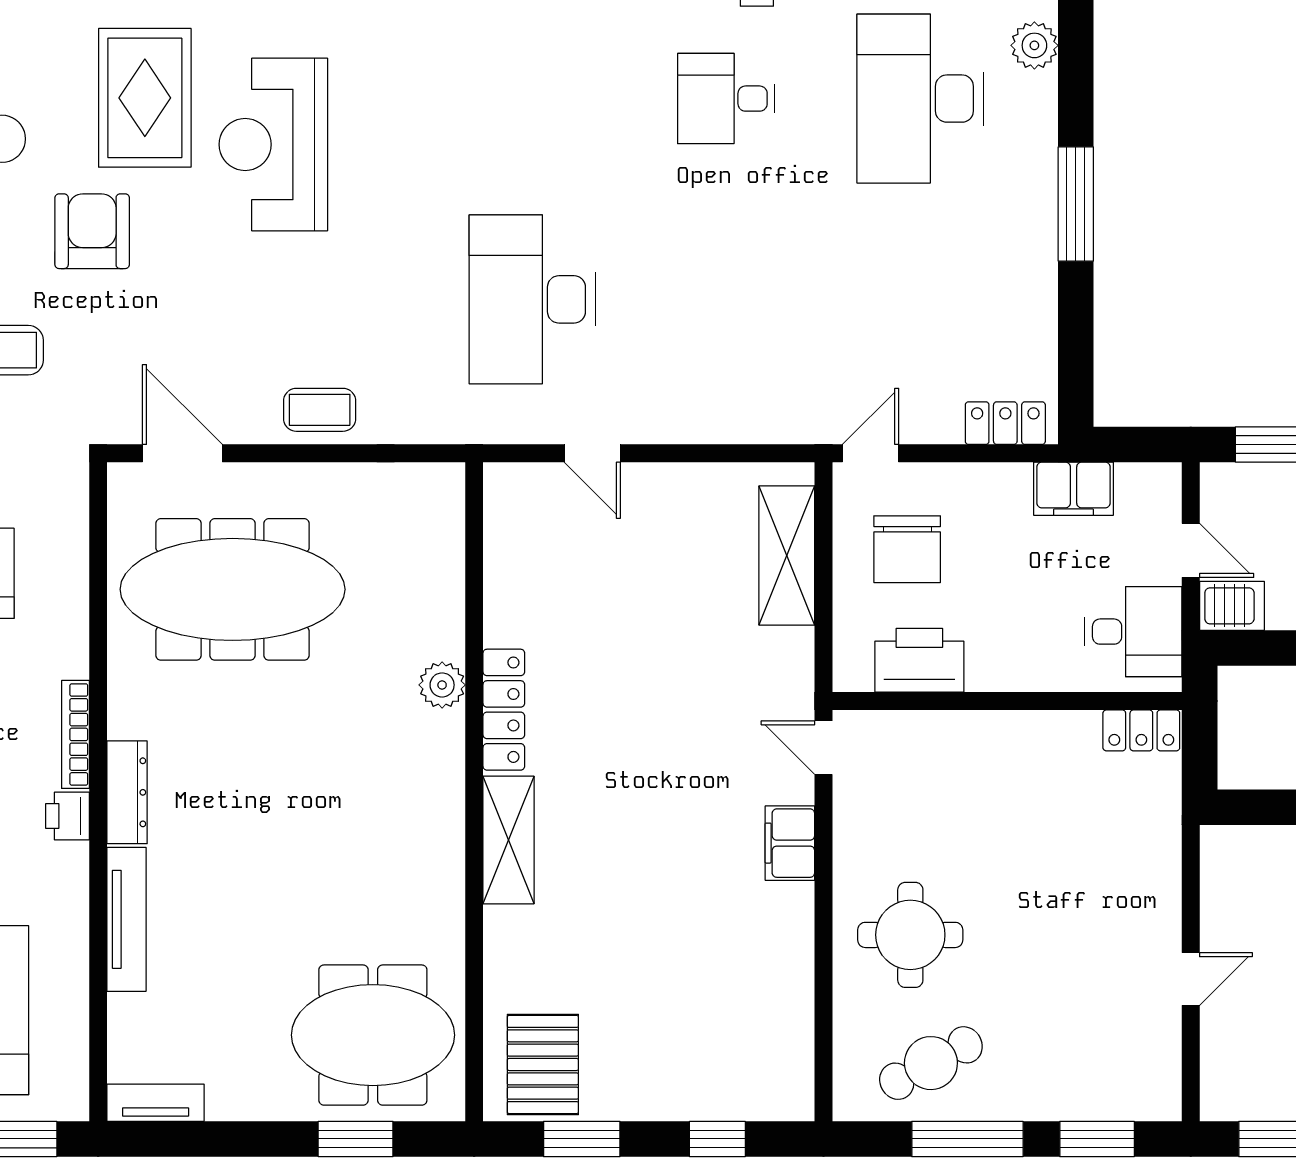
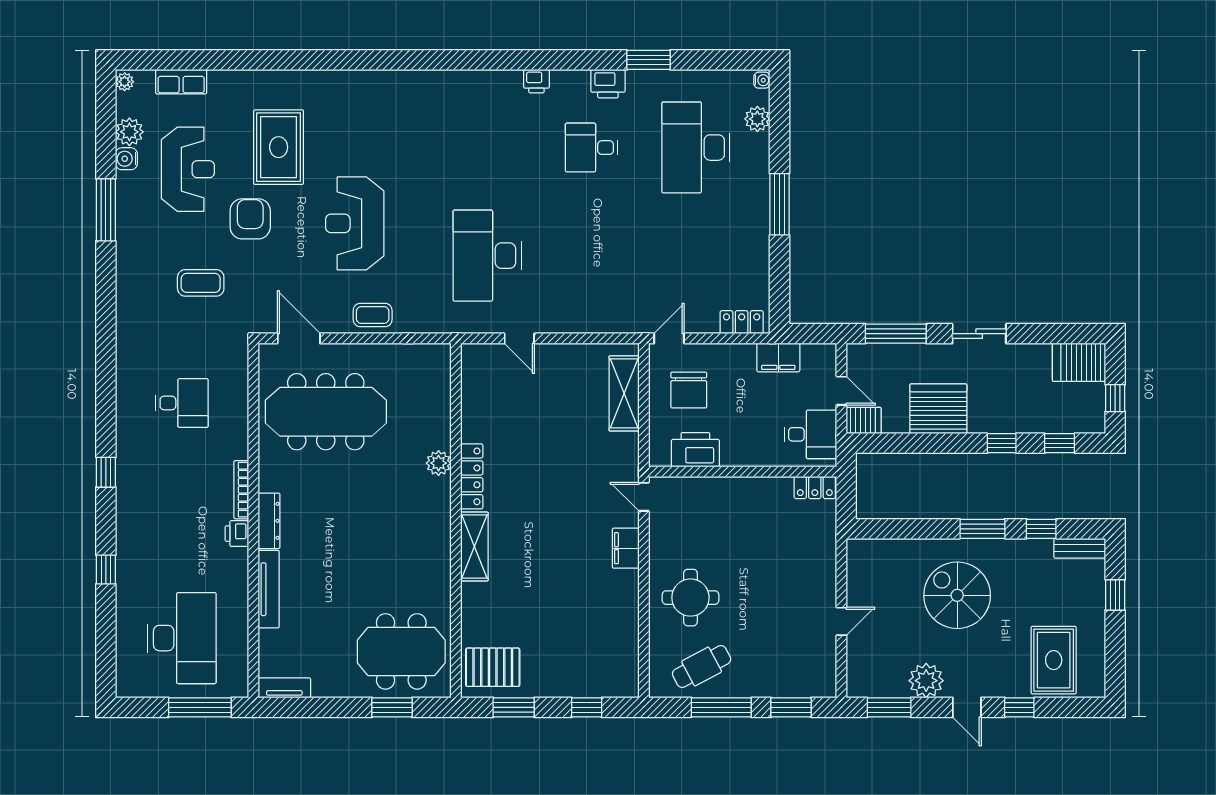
reception desk: (273, 144) -> (355, 223), moved
pallet: (543, 1064) -> (493, 667), turned 90

